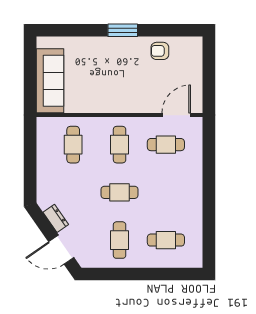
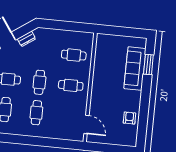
window: (123, 30) -> (148, 65), moved
sofa: (50, 81) -> (135, 69), moved, turned 90
cafe table: (166, 145) -> (36, 113), moved

